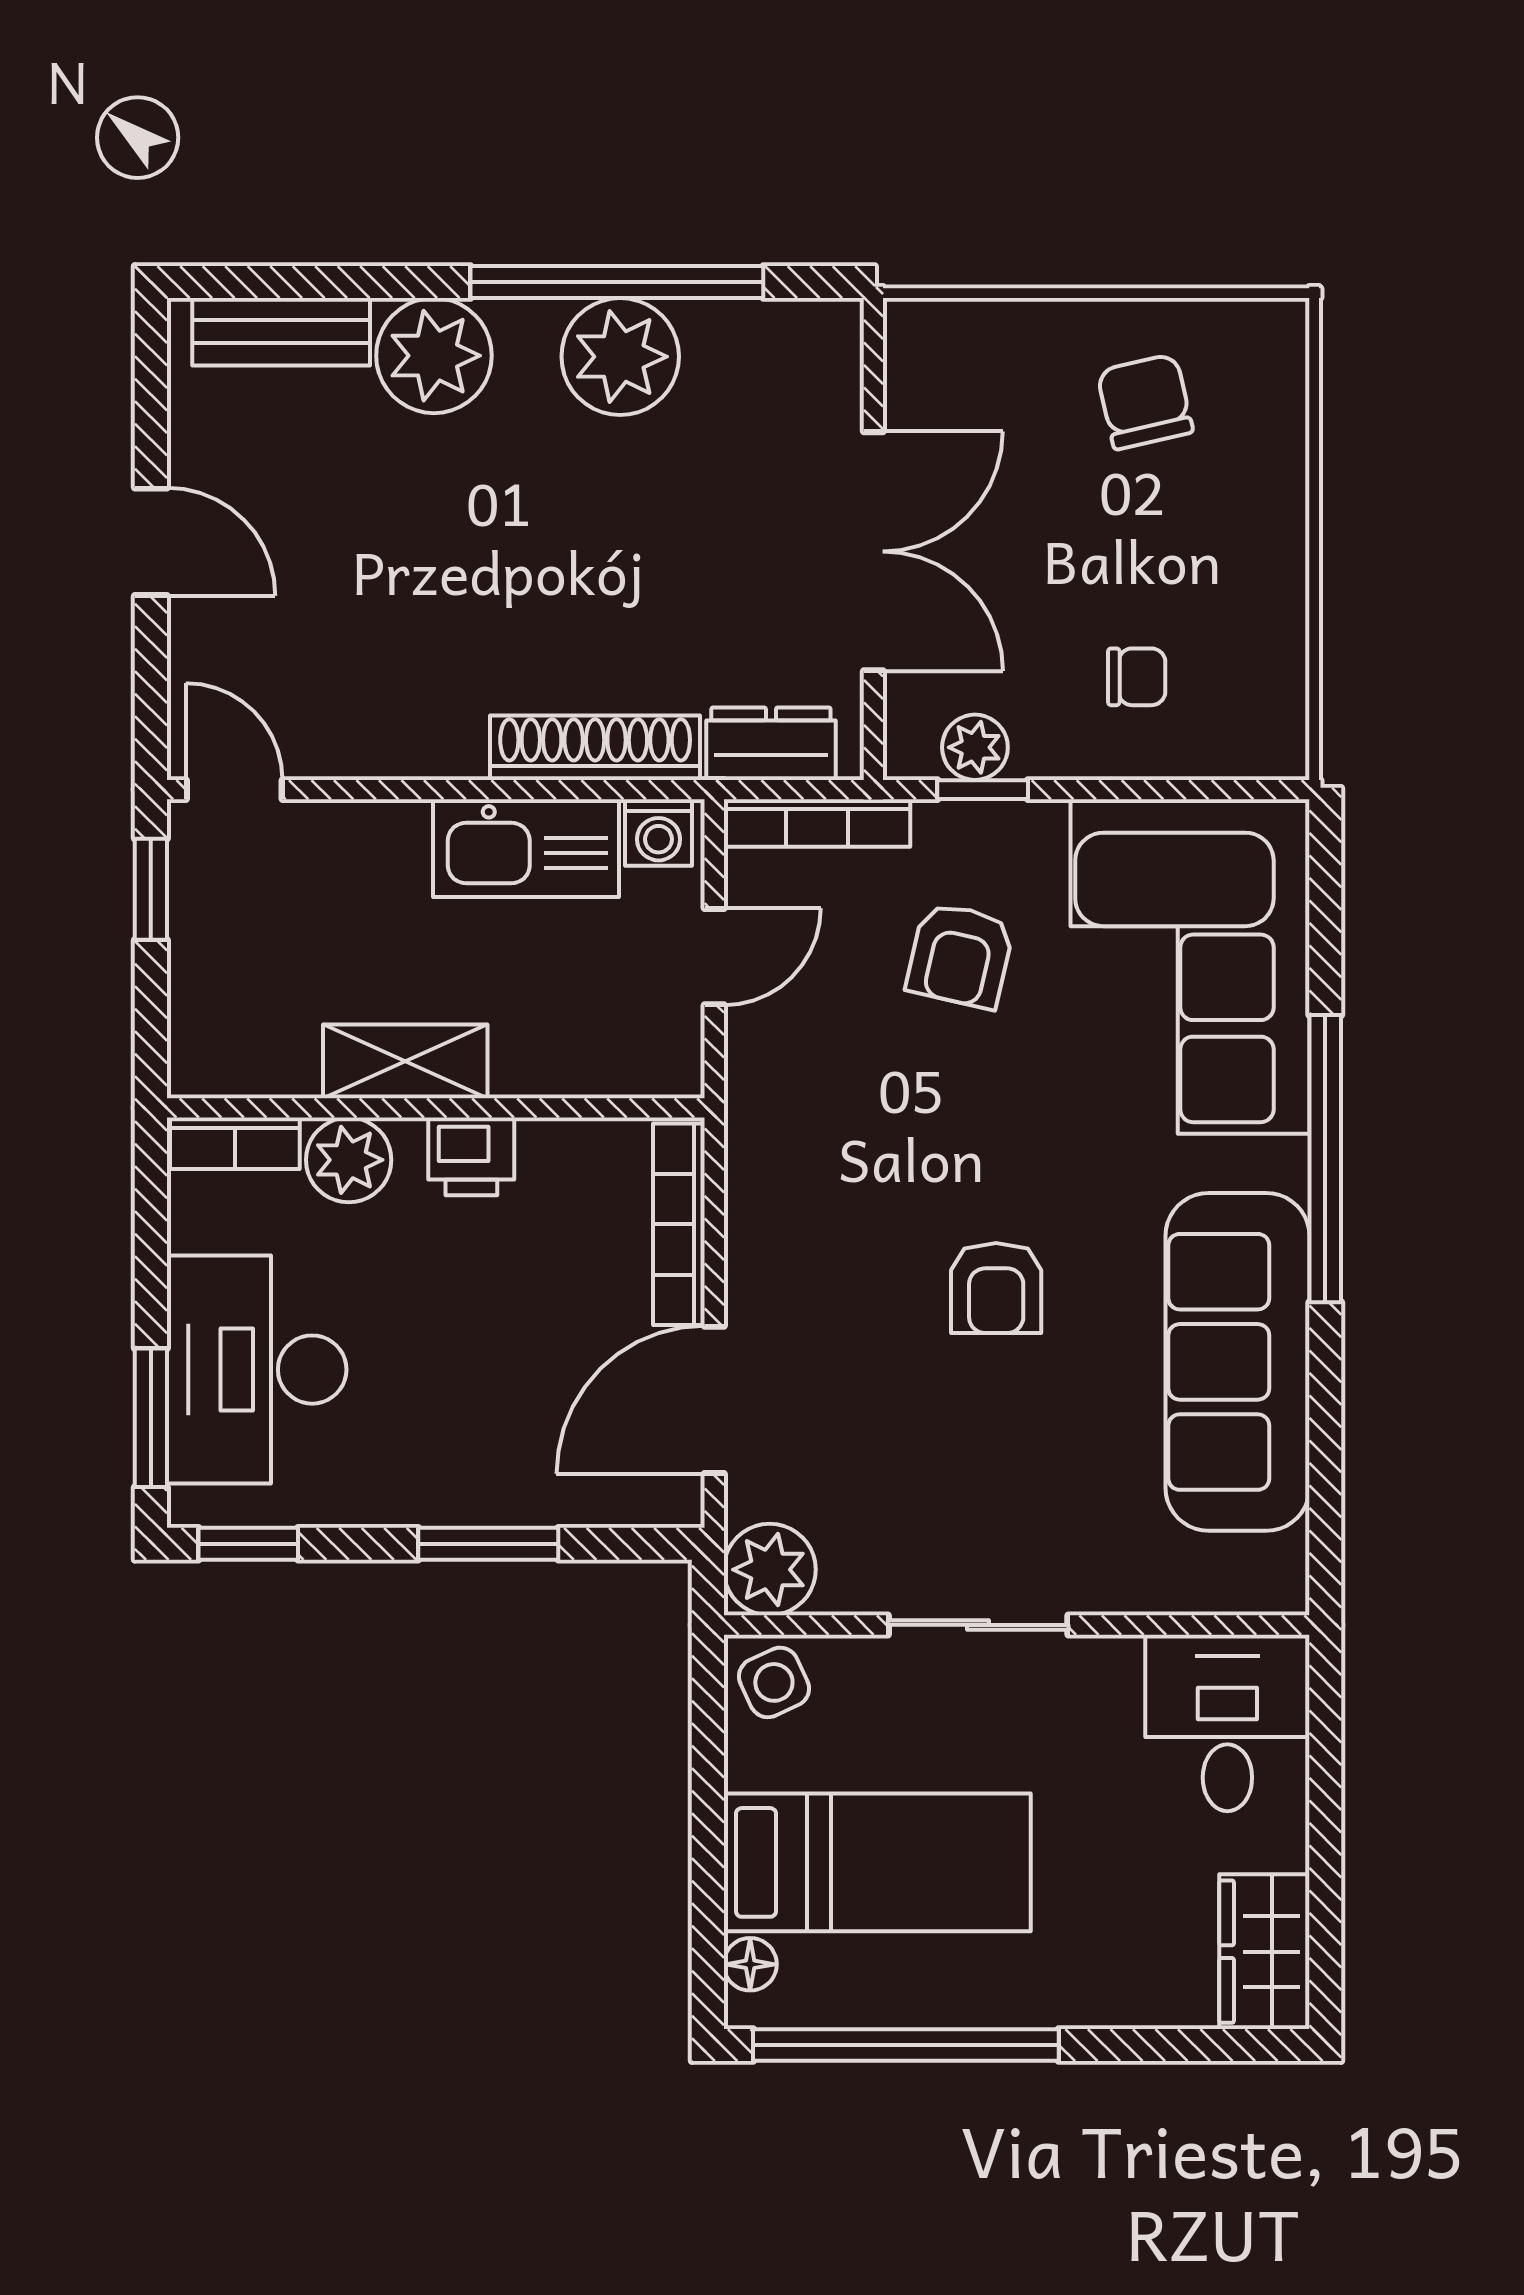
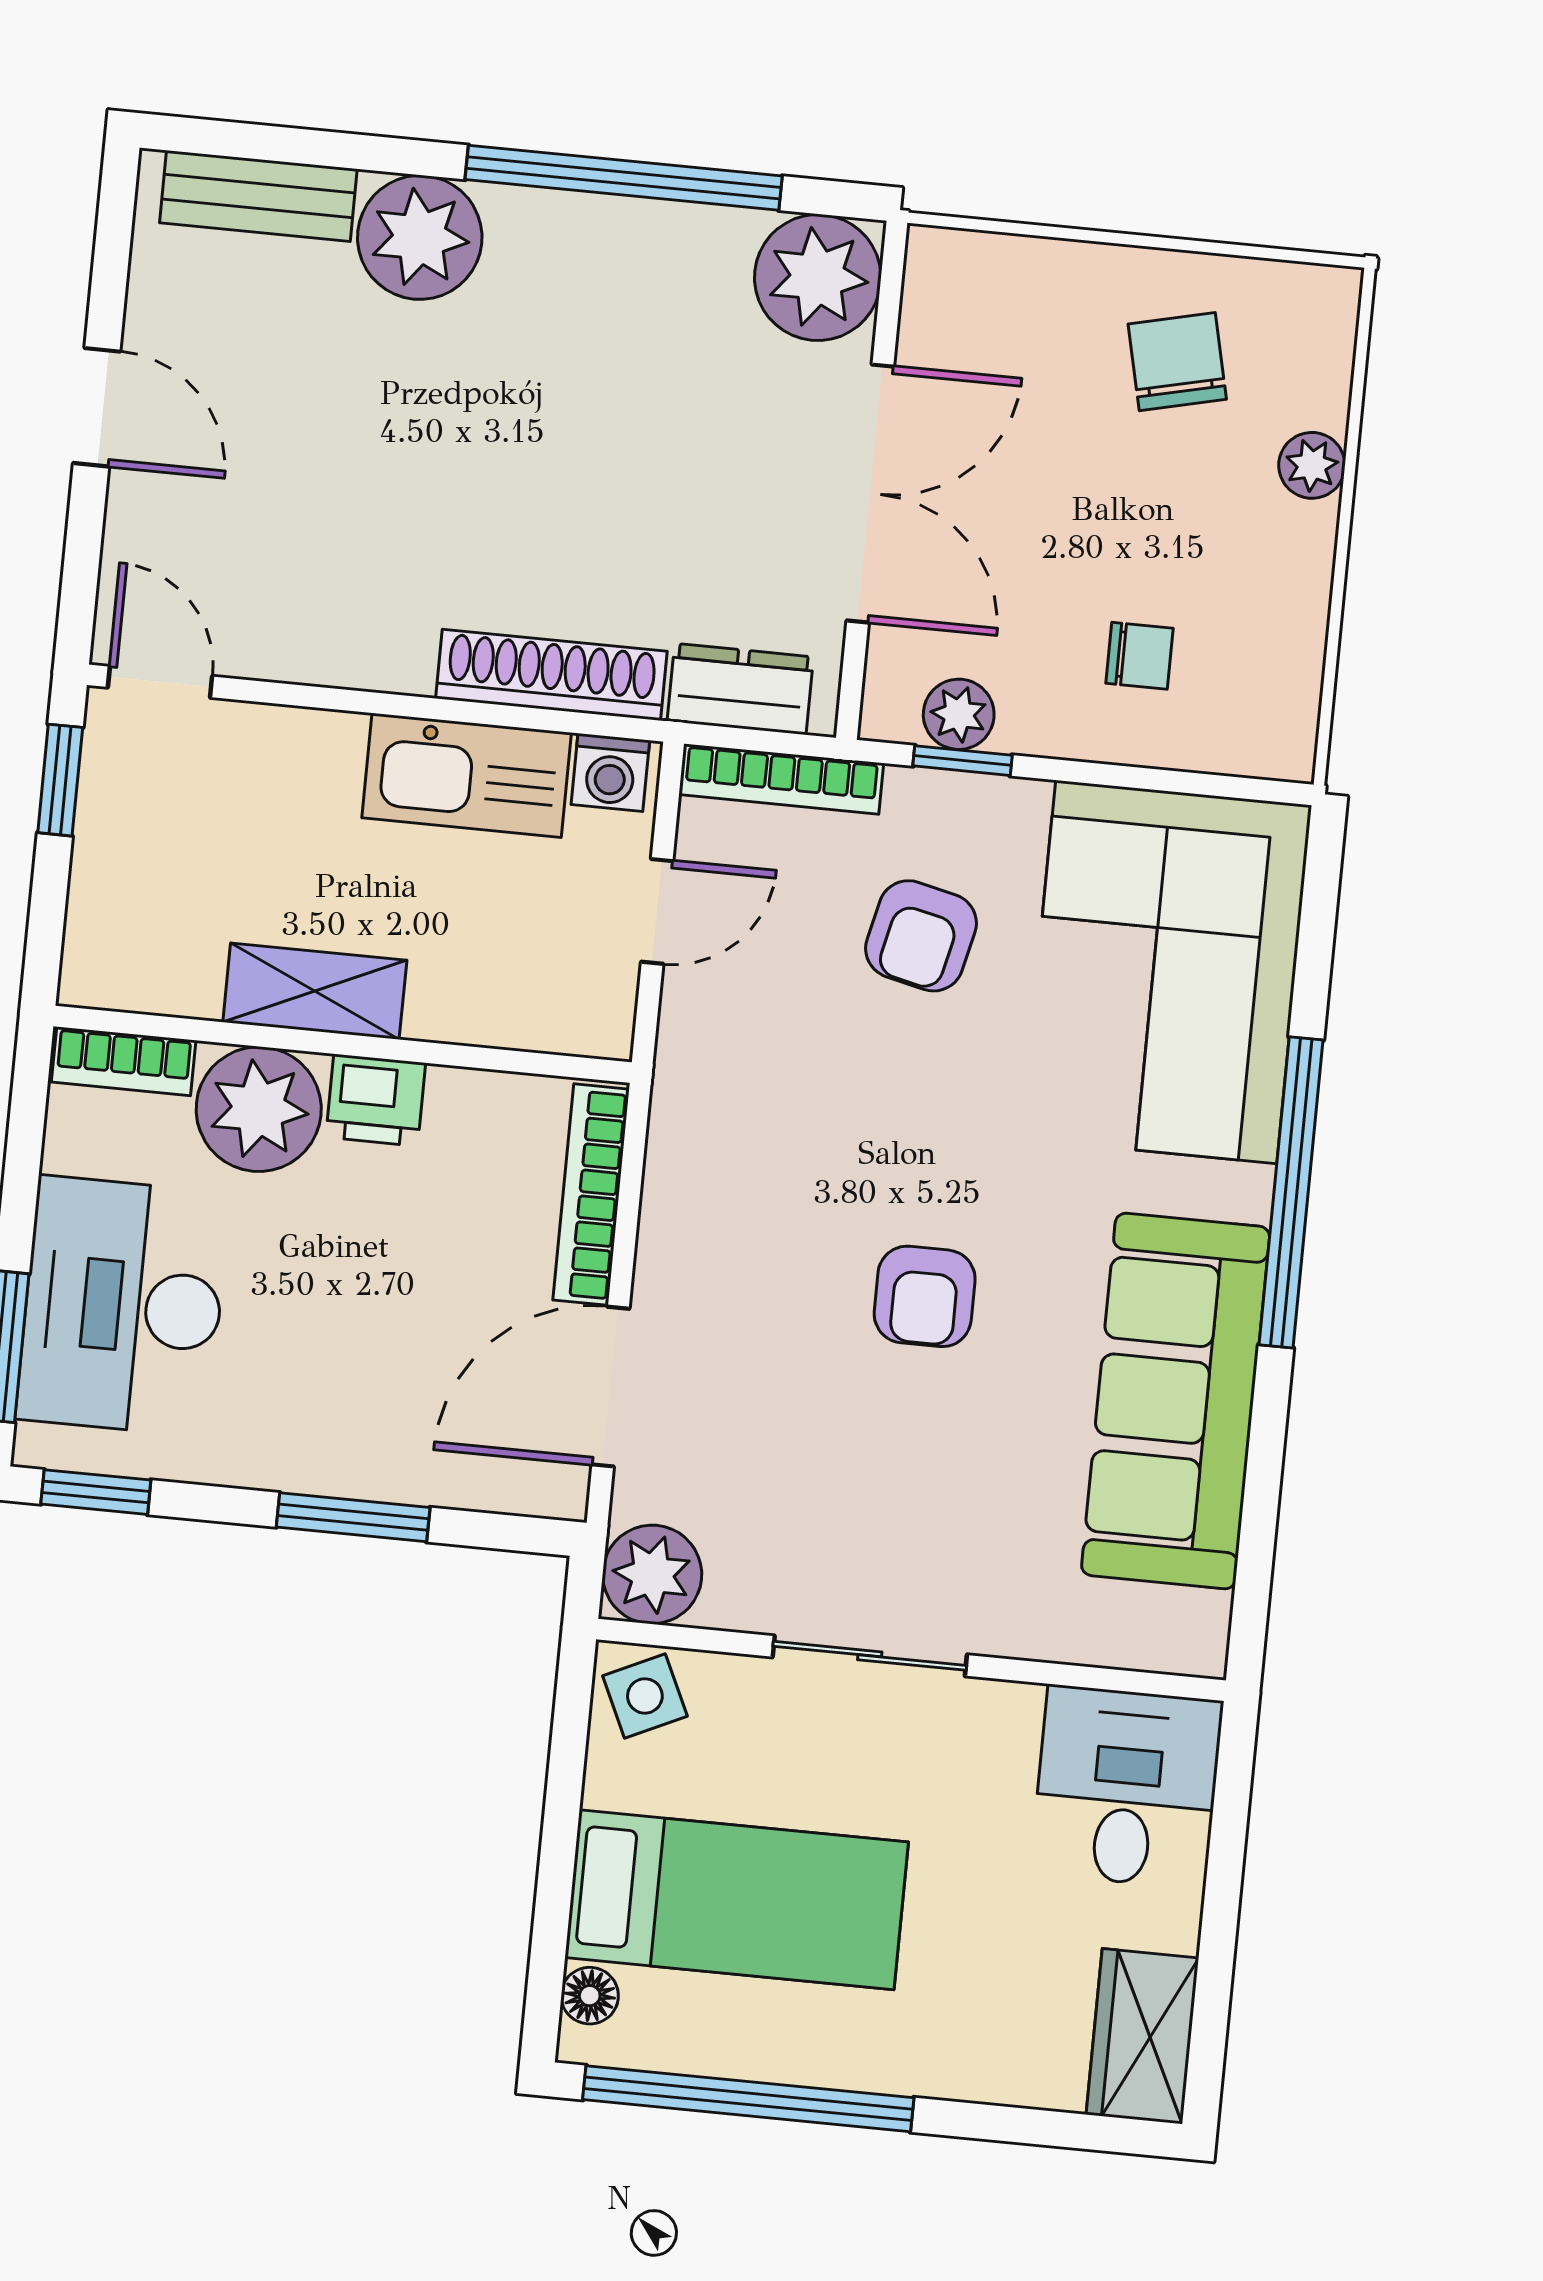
plant: (620, 357) -> (818, 277), moved
plant: (1279, 485) -> (1312, 465), added
plant: (349, 1160) -> (259, 1109), width x1.36, depth x1.36

